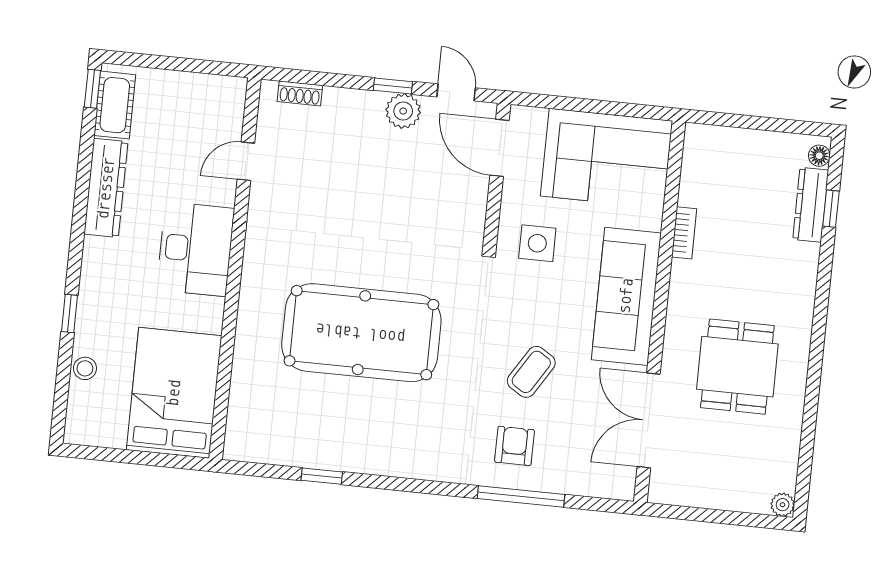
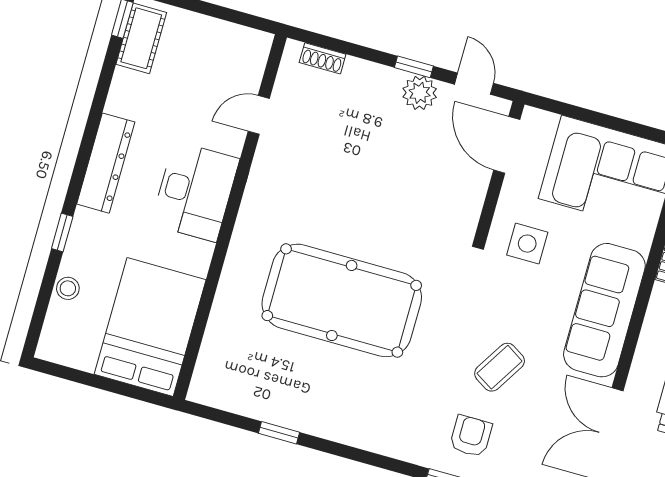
dresser: (106, 188) -> (106, 163), moved

